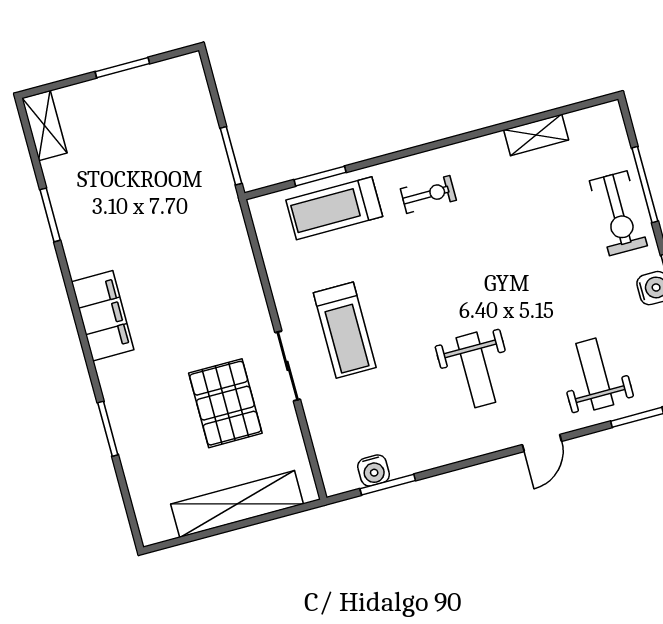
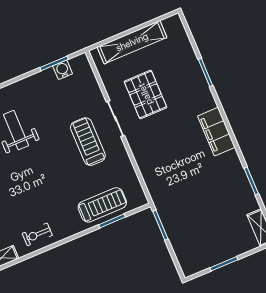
exercise bike: (428, 194) -> (37, 234), moved

